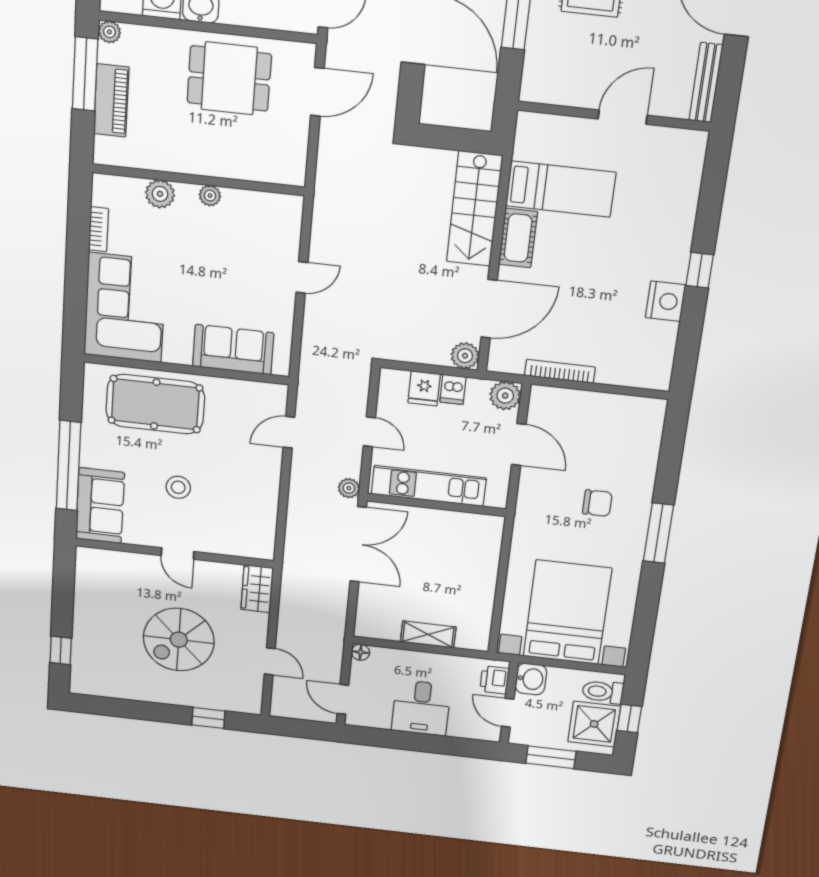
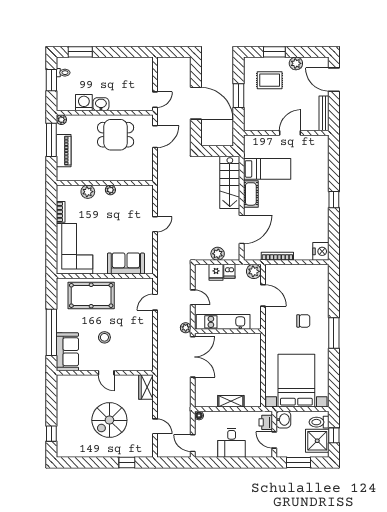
nightstand: (666, 301) -> (321, 251), moved
plant: (465, 356) -> (218, 254), moved

